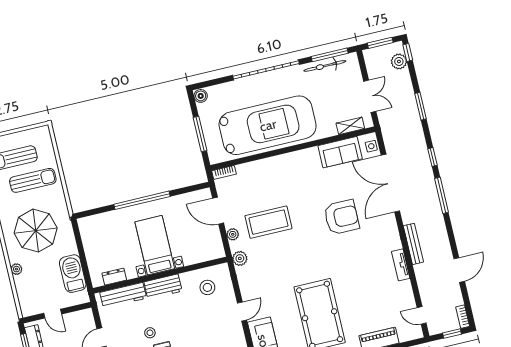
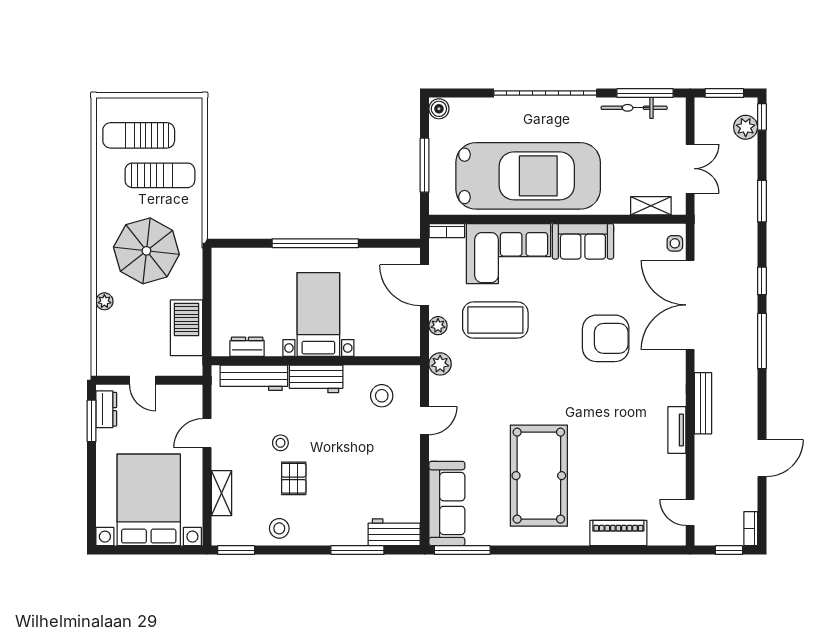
sofa: (340, 152) -> (583, 241), moved
corner sofa: (267, 178) -> (508, 254), added
door: (242, 312) -> (425, 421), moved

